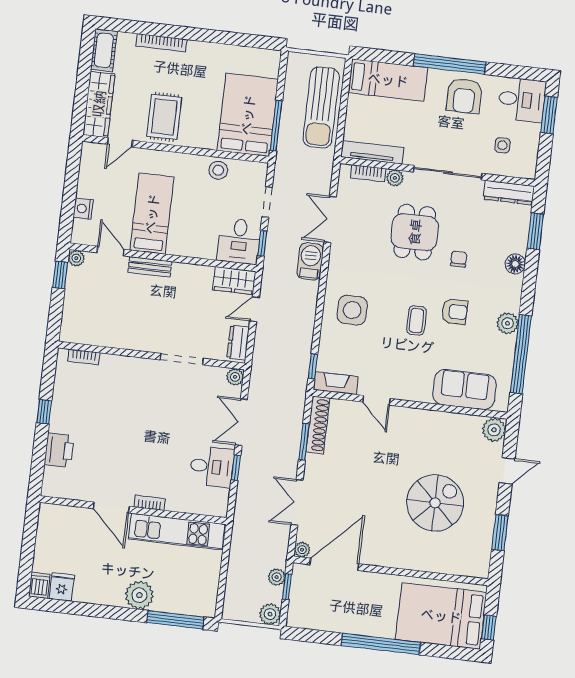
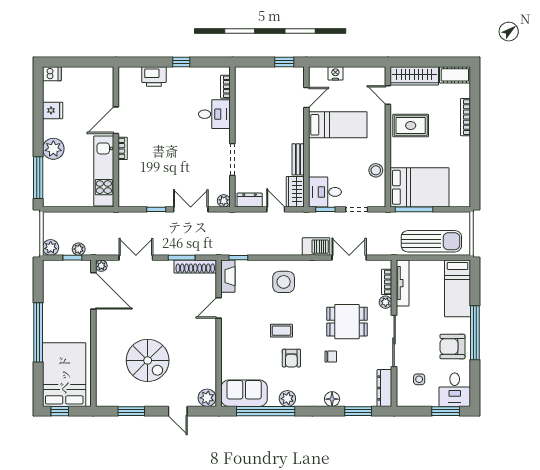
sun lounger: (321, 107) -> (431, 241), turned 180
plant: (76, 258) -> (298, 73), removed
bench: (150, 267) -> (298, 159), moved
sofa: (465, 390) -> (244, 393), moved, turned -90
desk: (212, 467) -> (214, 114), moved, turned -90
fridge: (62, 587) -> (53, 110), moved

